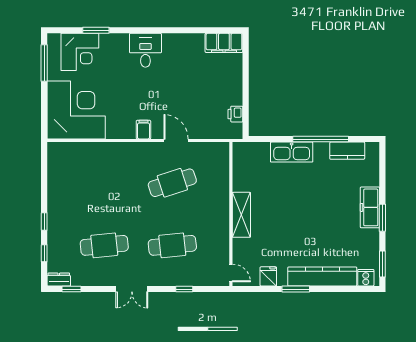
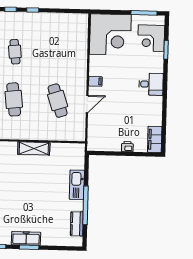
printer: (235, 114) -> (127, 147), moved
freezer: (370, 207) -> (26, 238), moved
cafe table: (104, 245) -> (15, 52), width x0.73, depth x0.74

